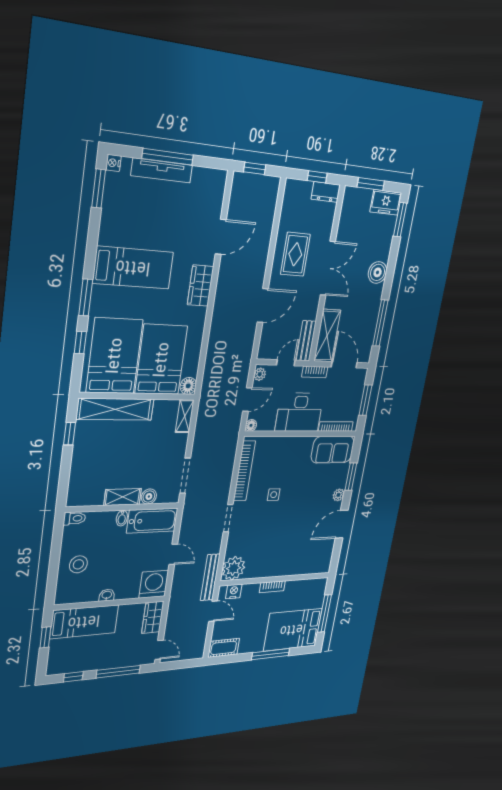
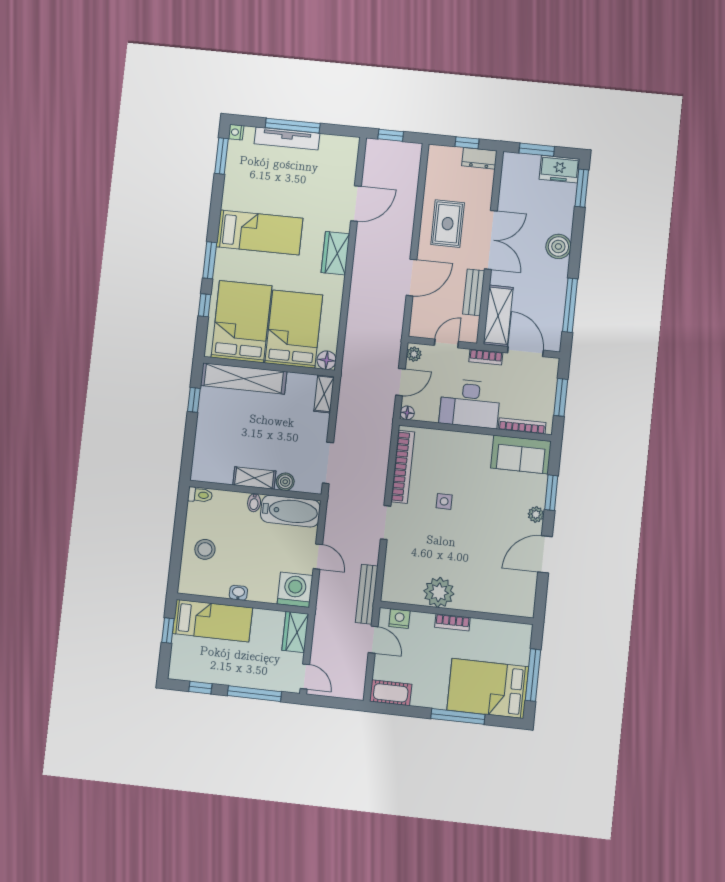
bench: (306, 341) -> (474, 292), moved
plant: (234, 568) -> (439, 592), moved

